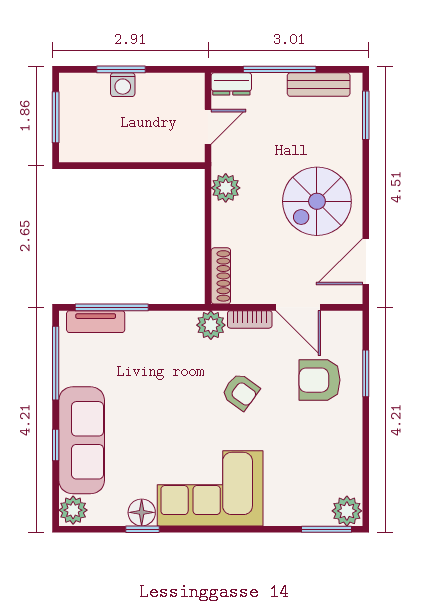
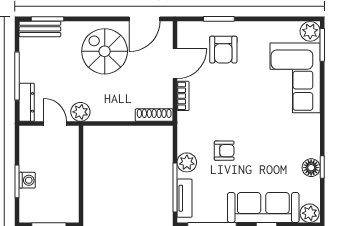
dresser: (231, 84) -> (27, 102), width x1.44
bench: (319, 85) -> (40, 29), moved, turned 90
plant: (226, 188) -> (80, 112), moved
spiral stairs: (317, 201) -> (105, 51), turned 180
door: (366, 261) -> (145, 19), hinge flipped
plant: (211, 325) -> (187, 162), moved
armchair: (241, 392) -> (224, 151), moved, turned 54
corner sofa: (210, 488) -> (295, 78), moved

